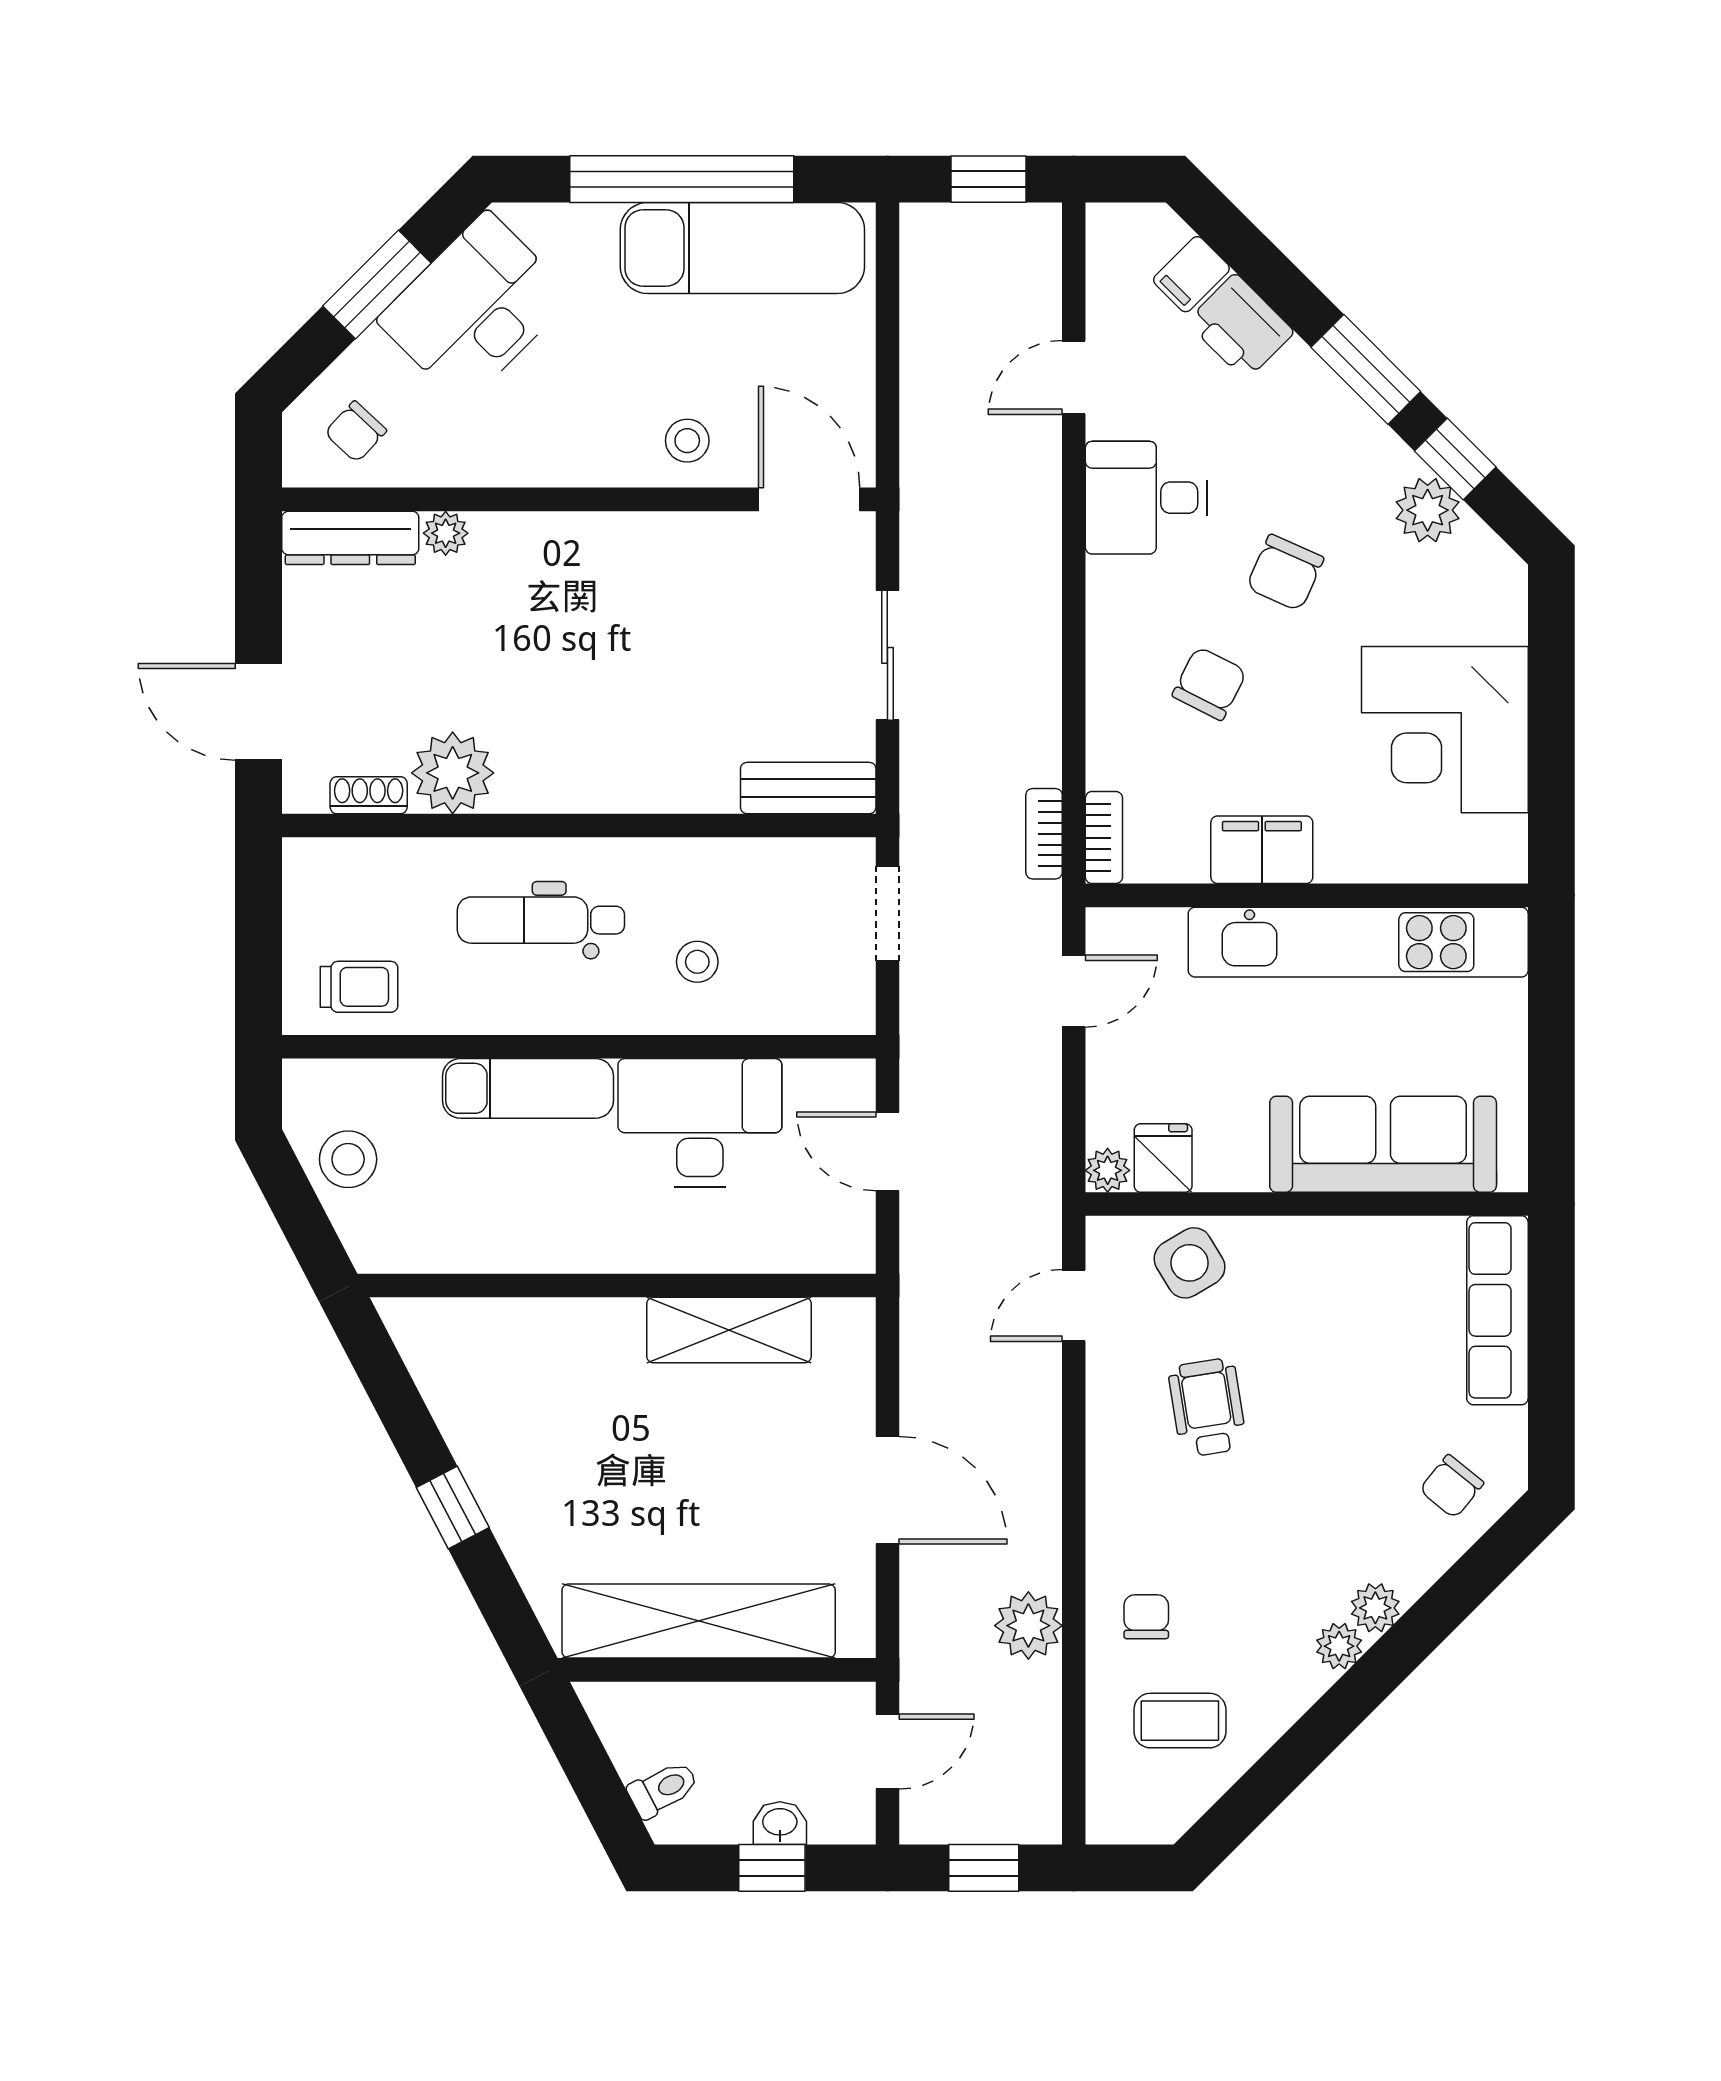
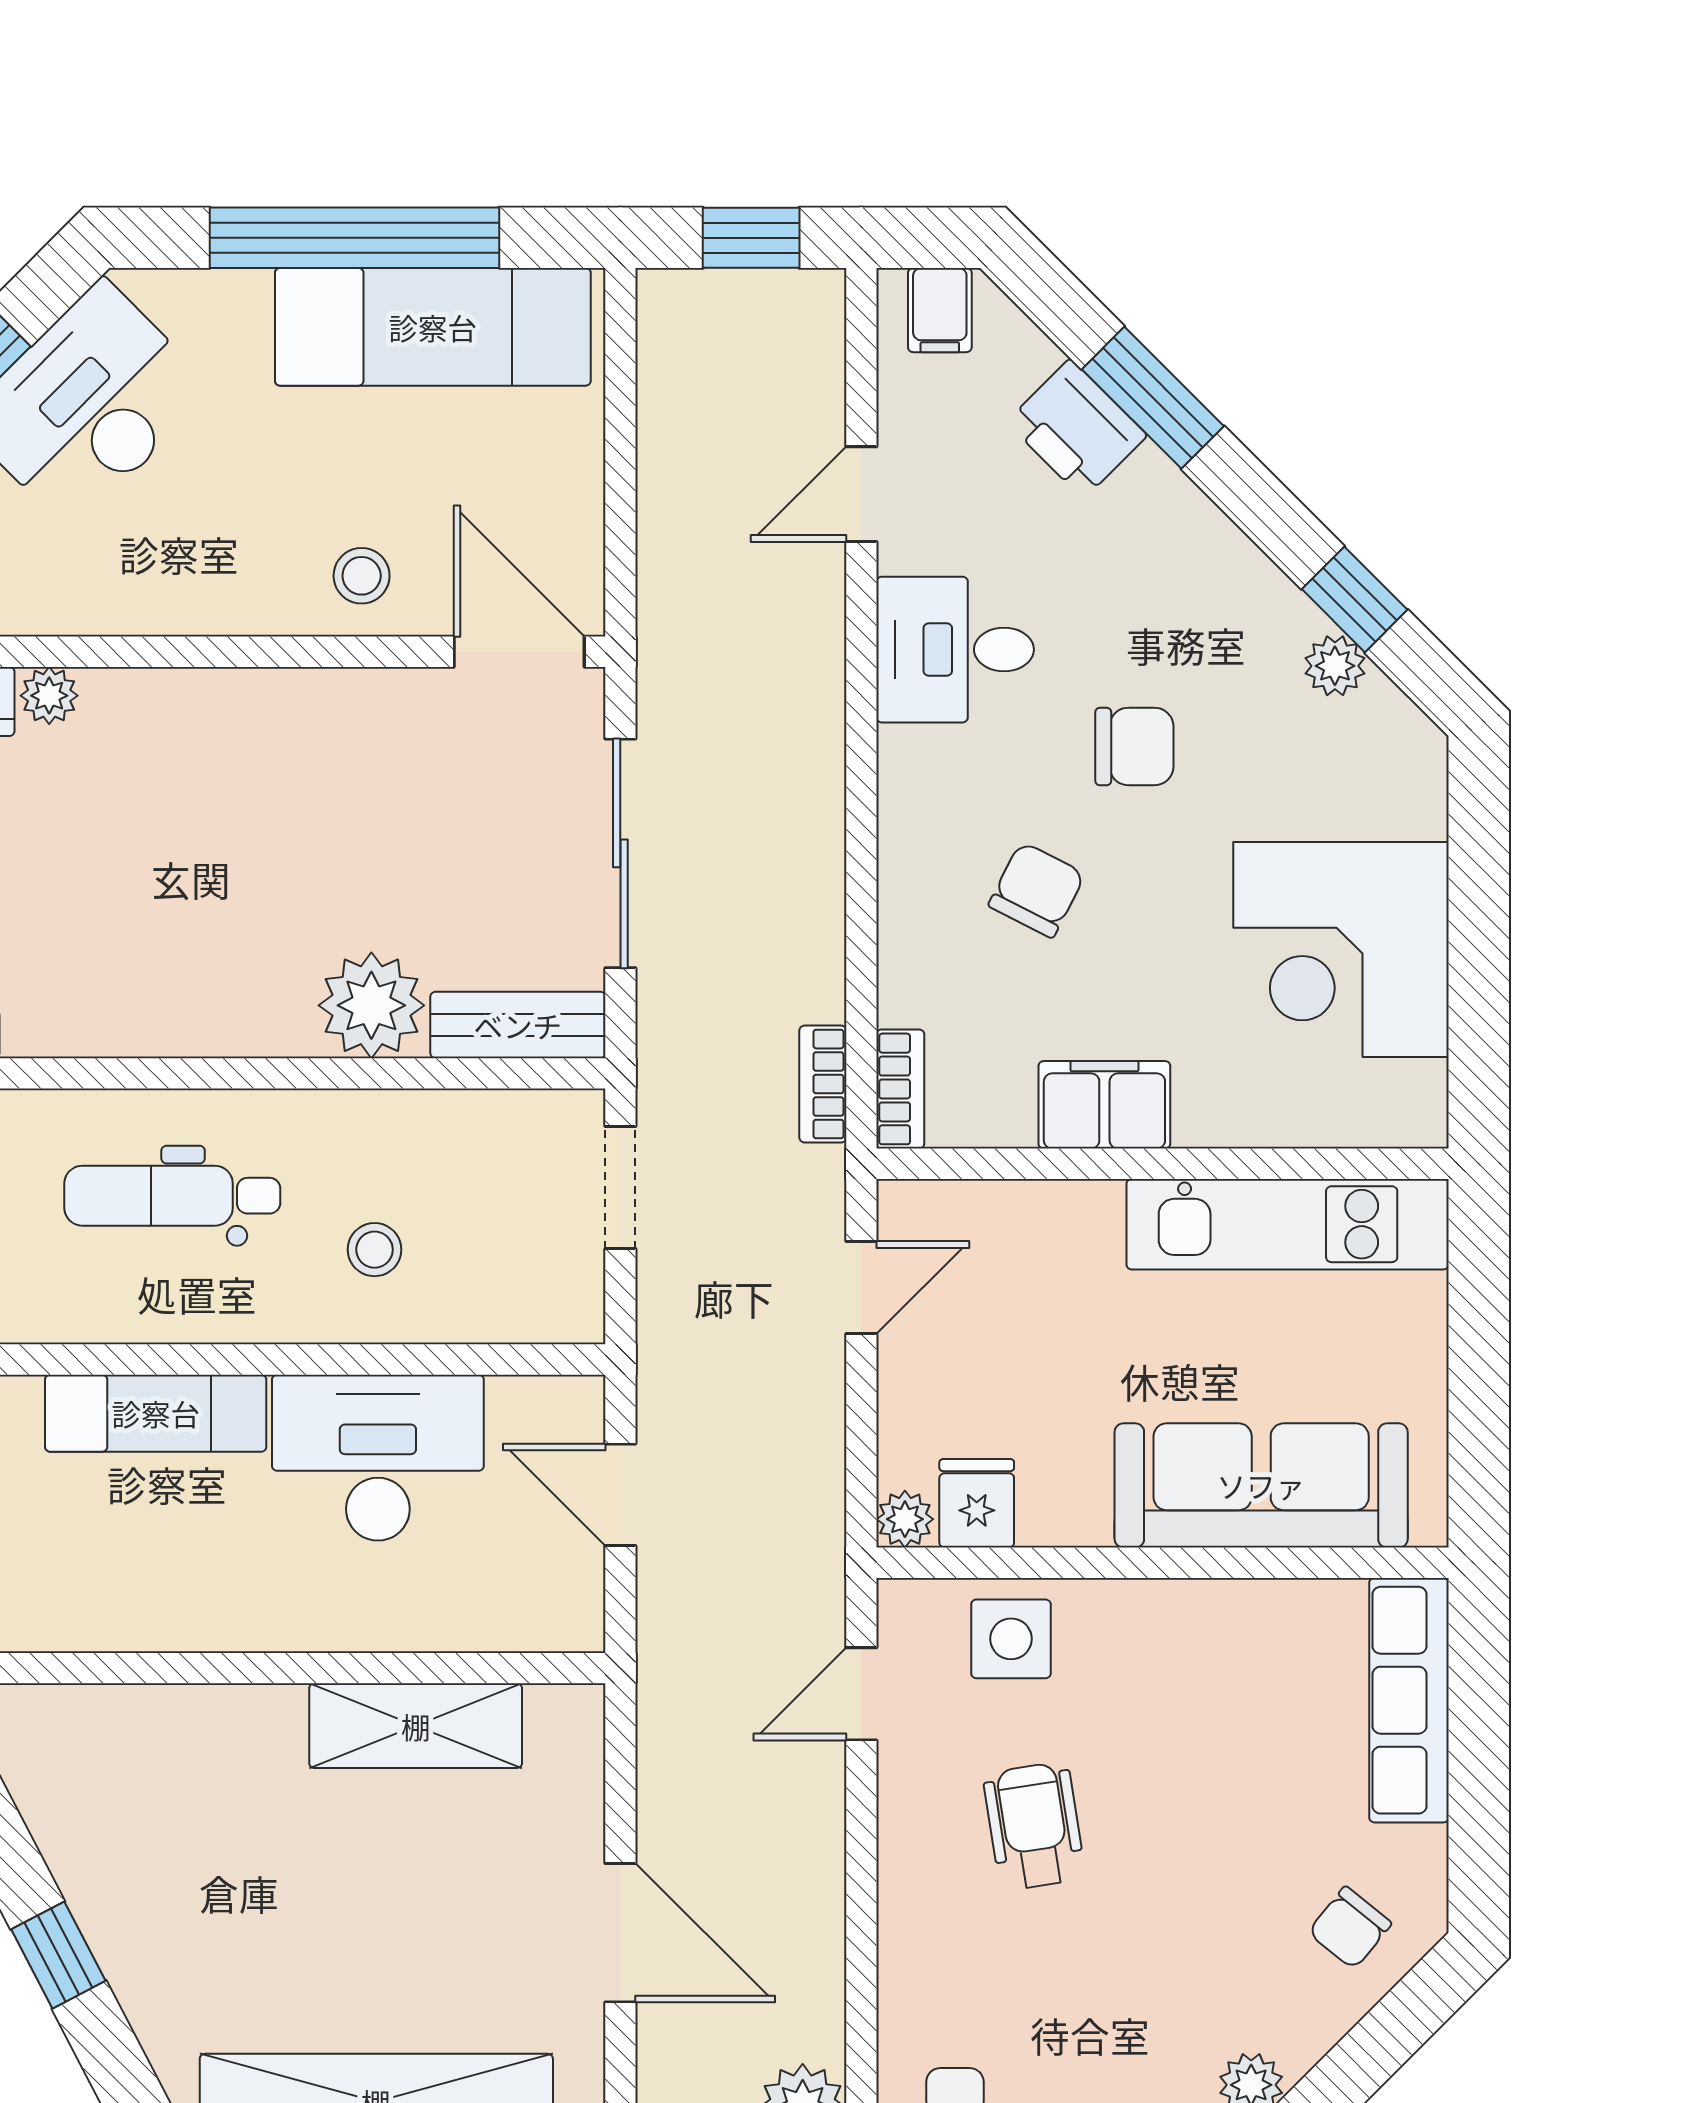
filing cabinet: (1191, 274) -> (940, 310), moved, turned -45
window: (1366, 369) -> (1153, 398), moved
plant: (1428, 510) -> (1335, 666), width x0.73, depth x0.73
chair: (1285, 573) -> (1134, 746), turned -114
sliding door: (887, 655) -> (620, 853), width x1.37
plant: (453, 773) -> (371, 1005), moved
kitchen unit: (1358, 942) -> (1288, 1224), width x0.73
side table: (1190, 1263) -> (1011, 1639), turned 31

